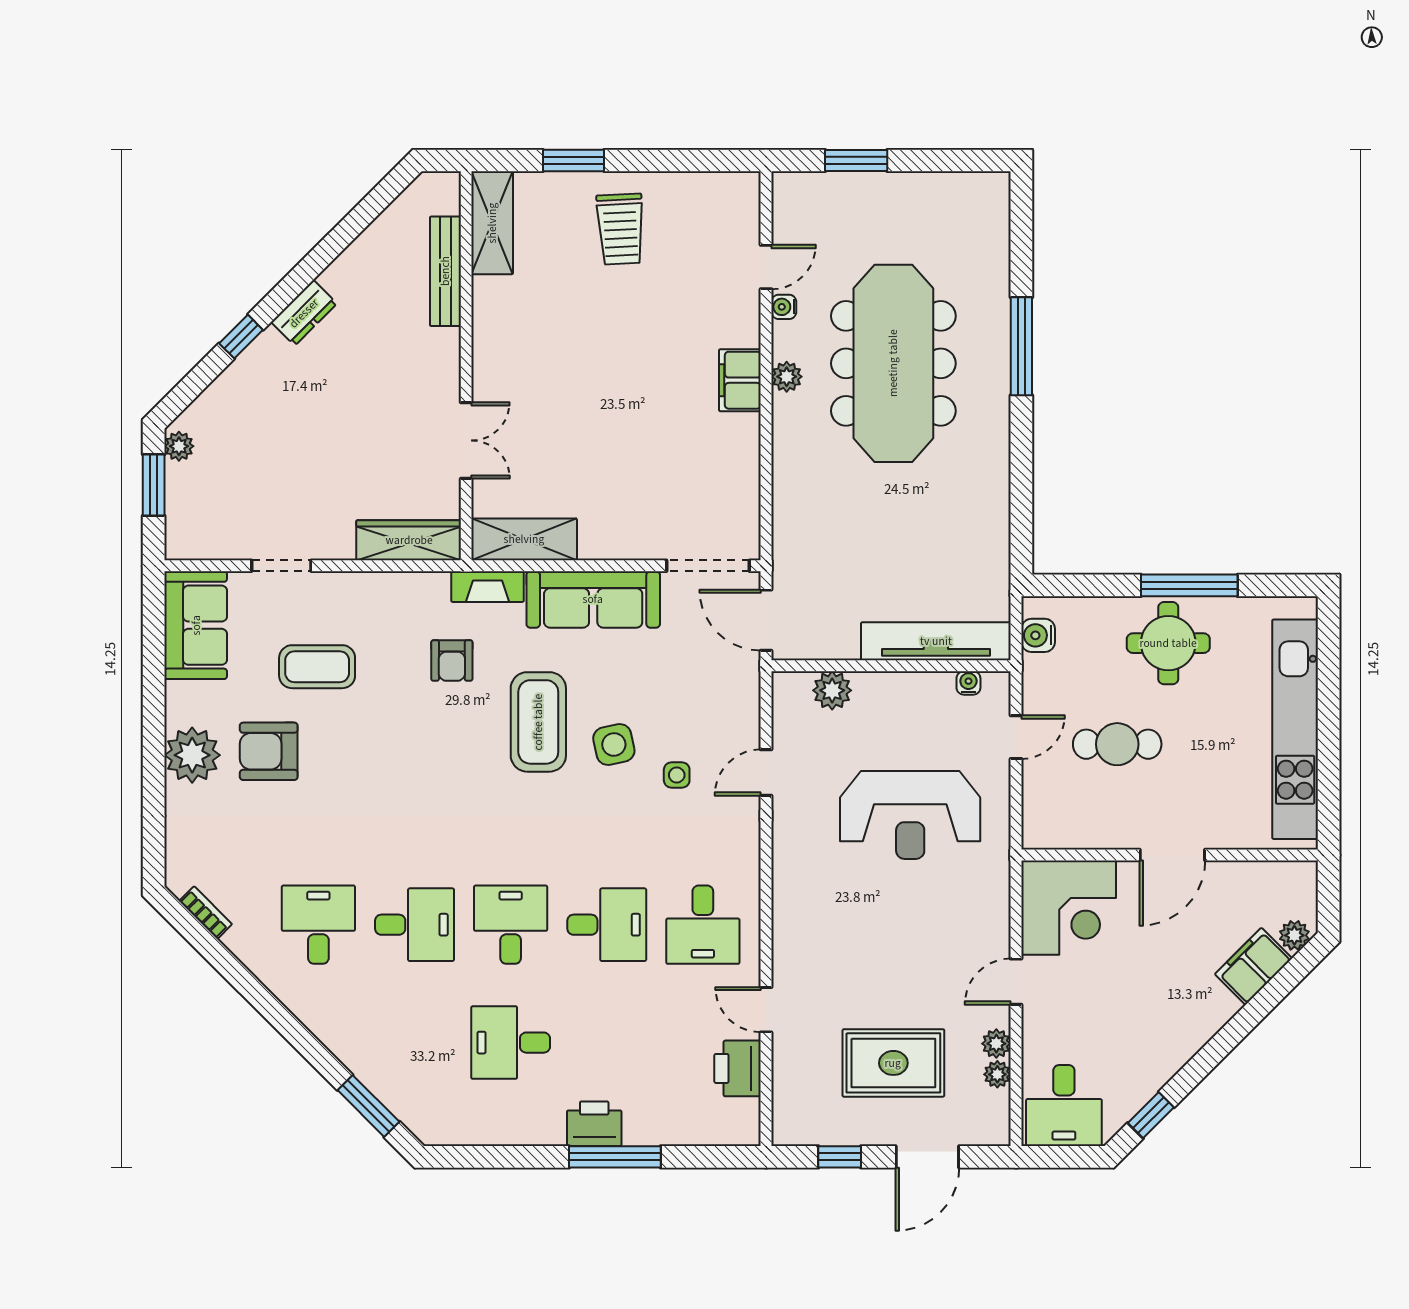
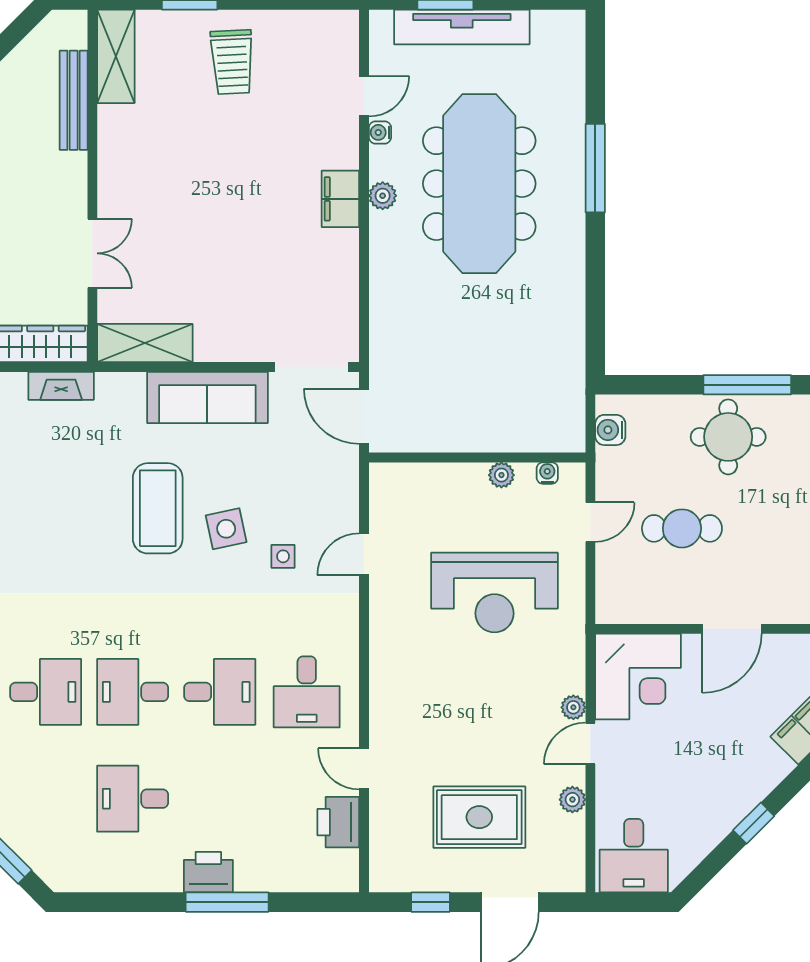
fireplace: (488, 587) -> (61, 386), moved
tv unit: (936, 641) -> (462, 27), moved, turned 180
armchair: (452, 661) -> (79, 453), removed
plant: (832, 690) -> (501, 475), moved, width x0.73, depth x0.73
desk: (511, 925) -> (133, 692), turned -90
plant: (997, 1074) -> (573, 707), moved
window: (1151, 1115) -> (754, 823), moved

